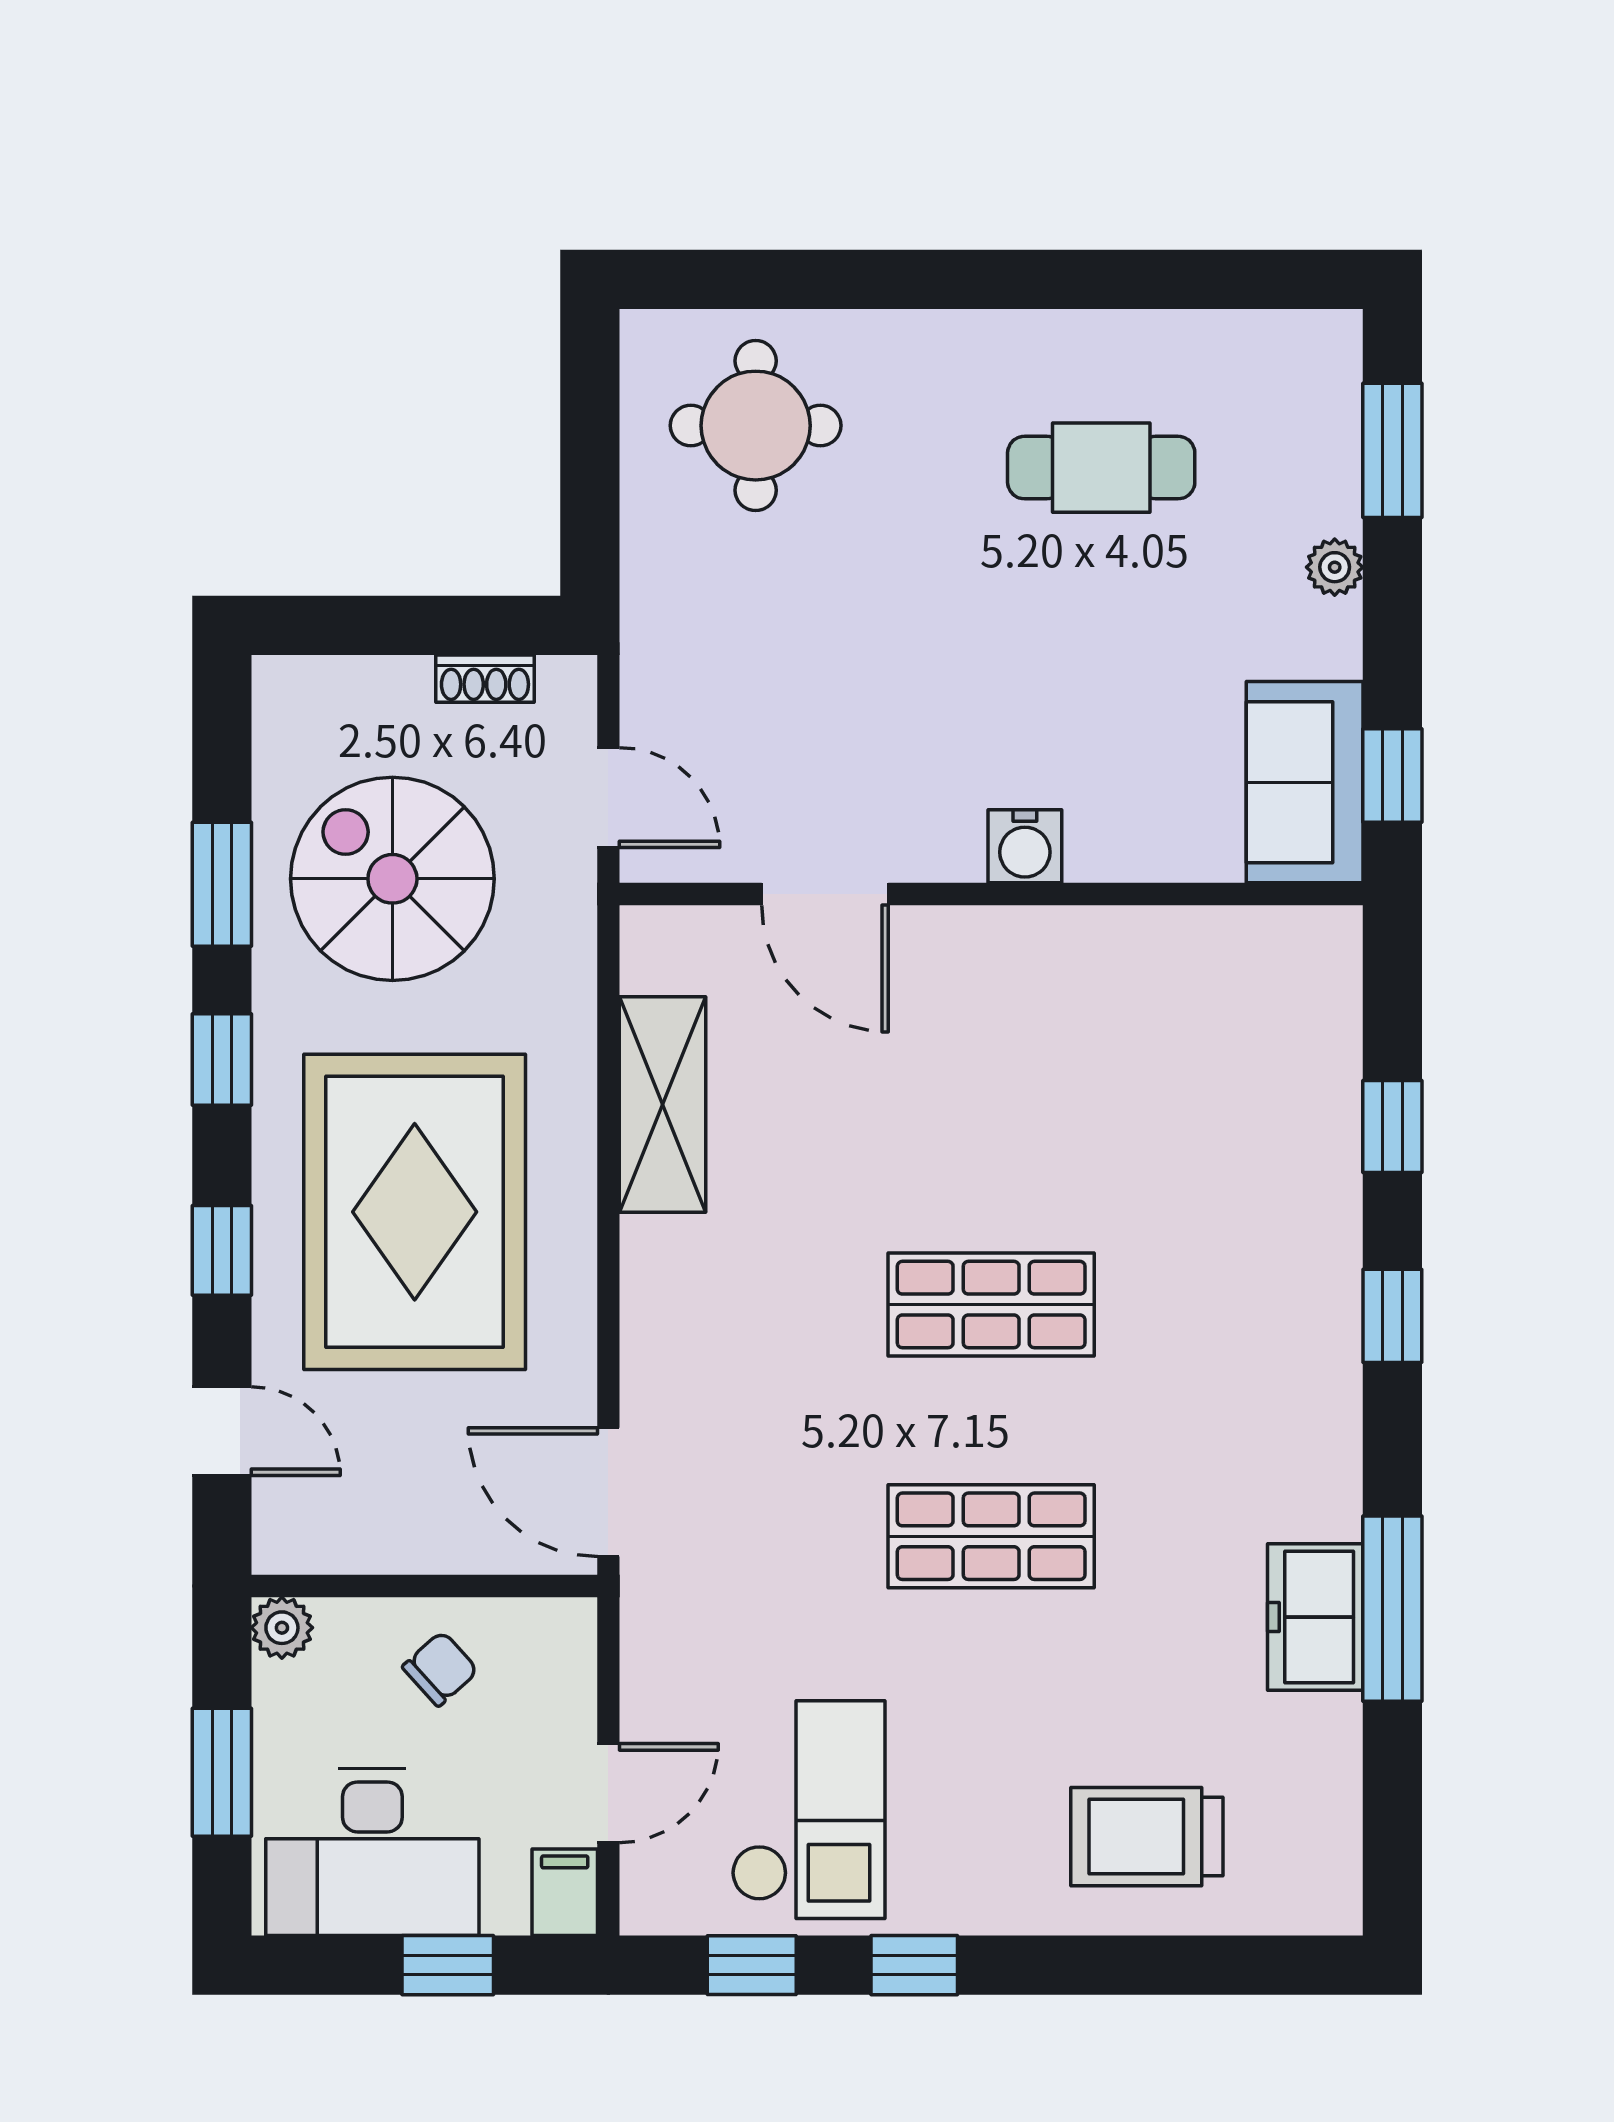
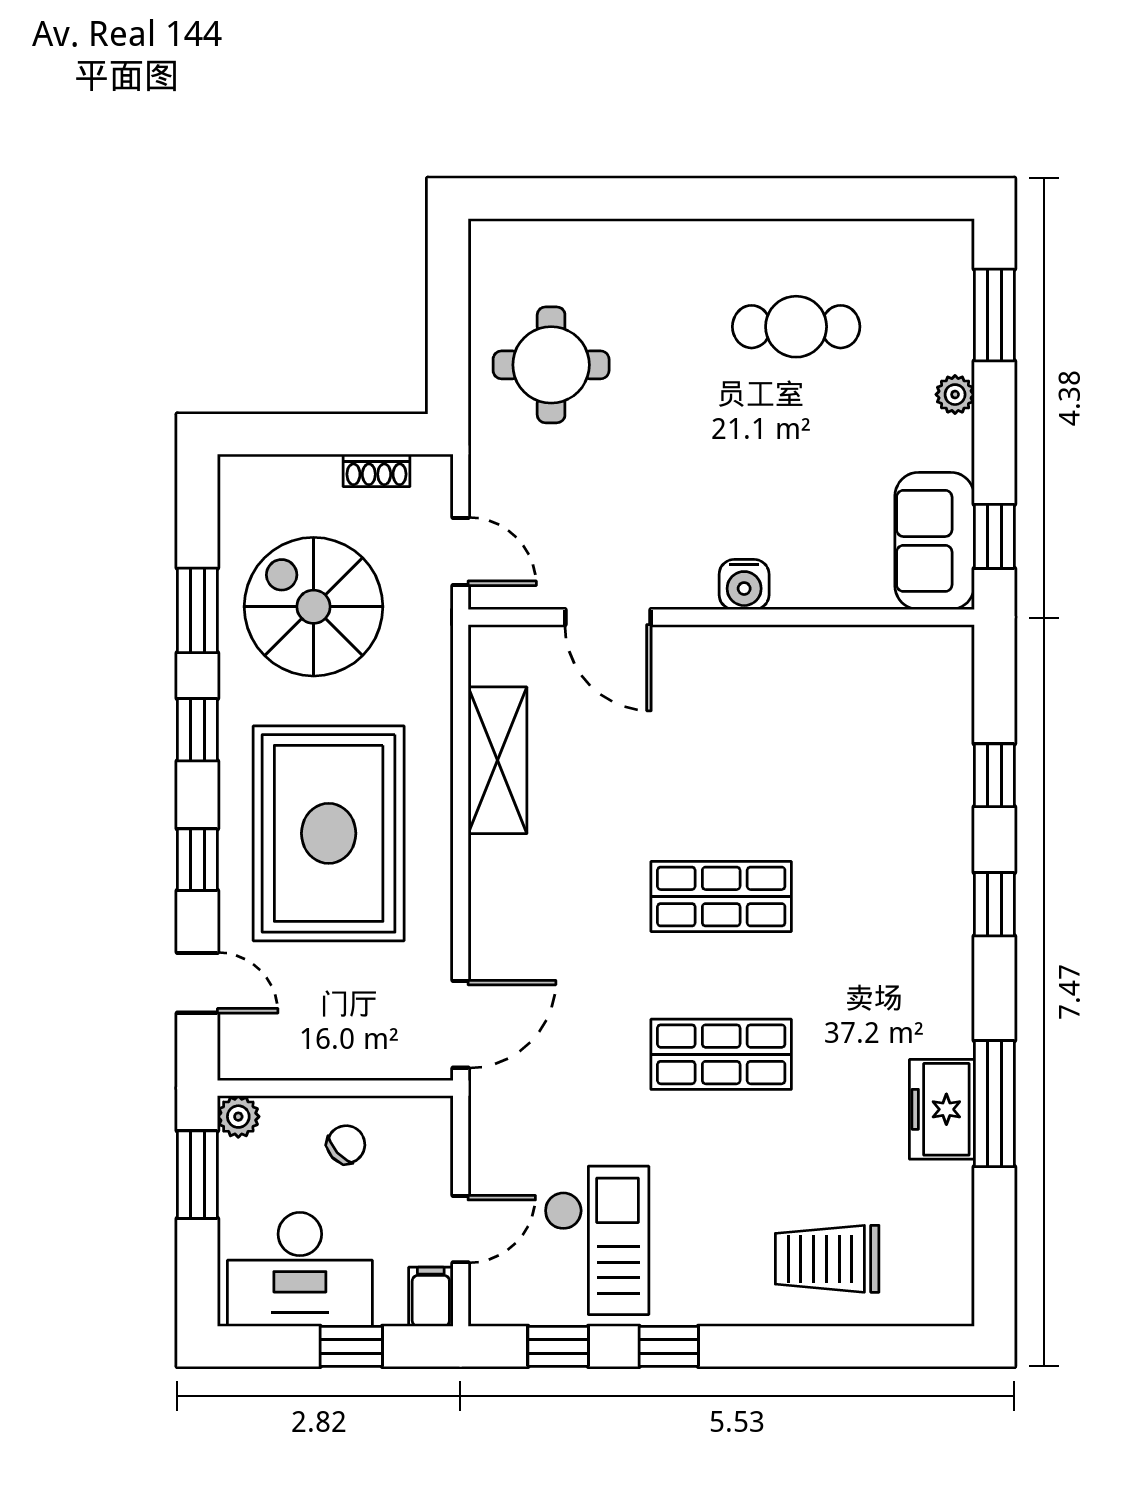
round table: (756, 426) -> (551, 365), moved
door: (608, 1492) -> (461, 1024), swing flipped
window: (222, 1772) -> (197, 1175), moved

